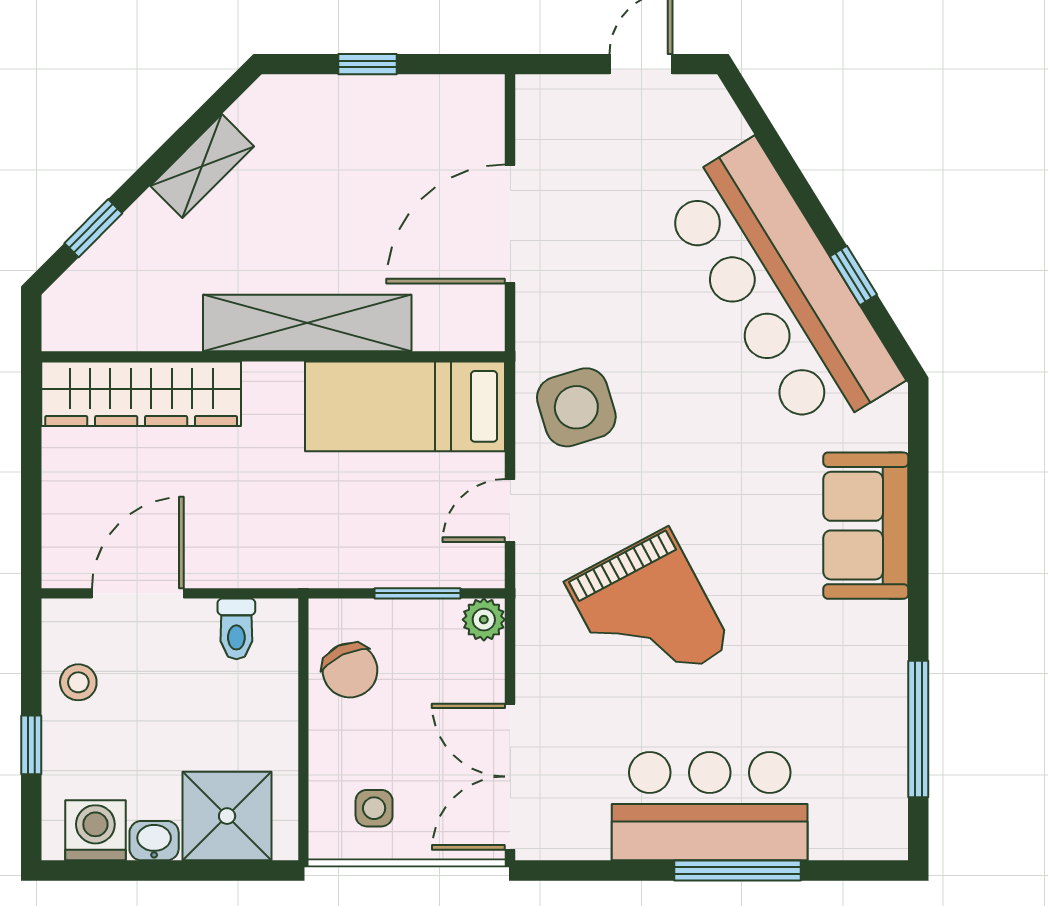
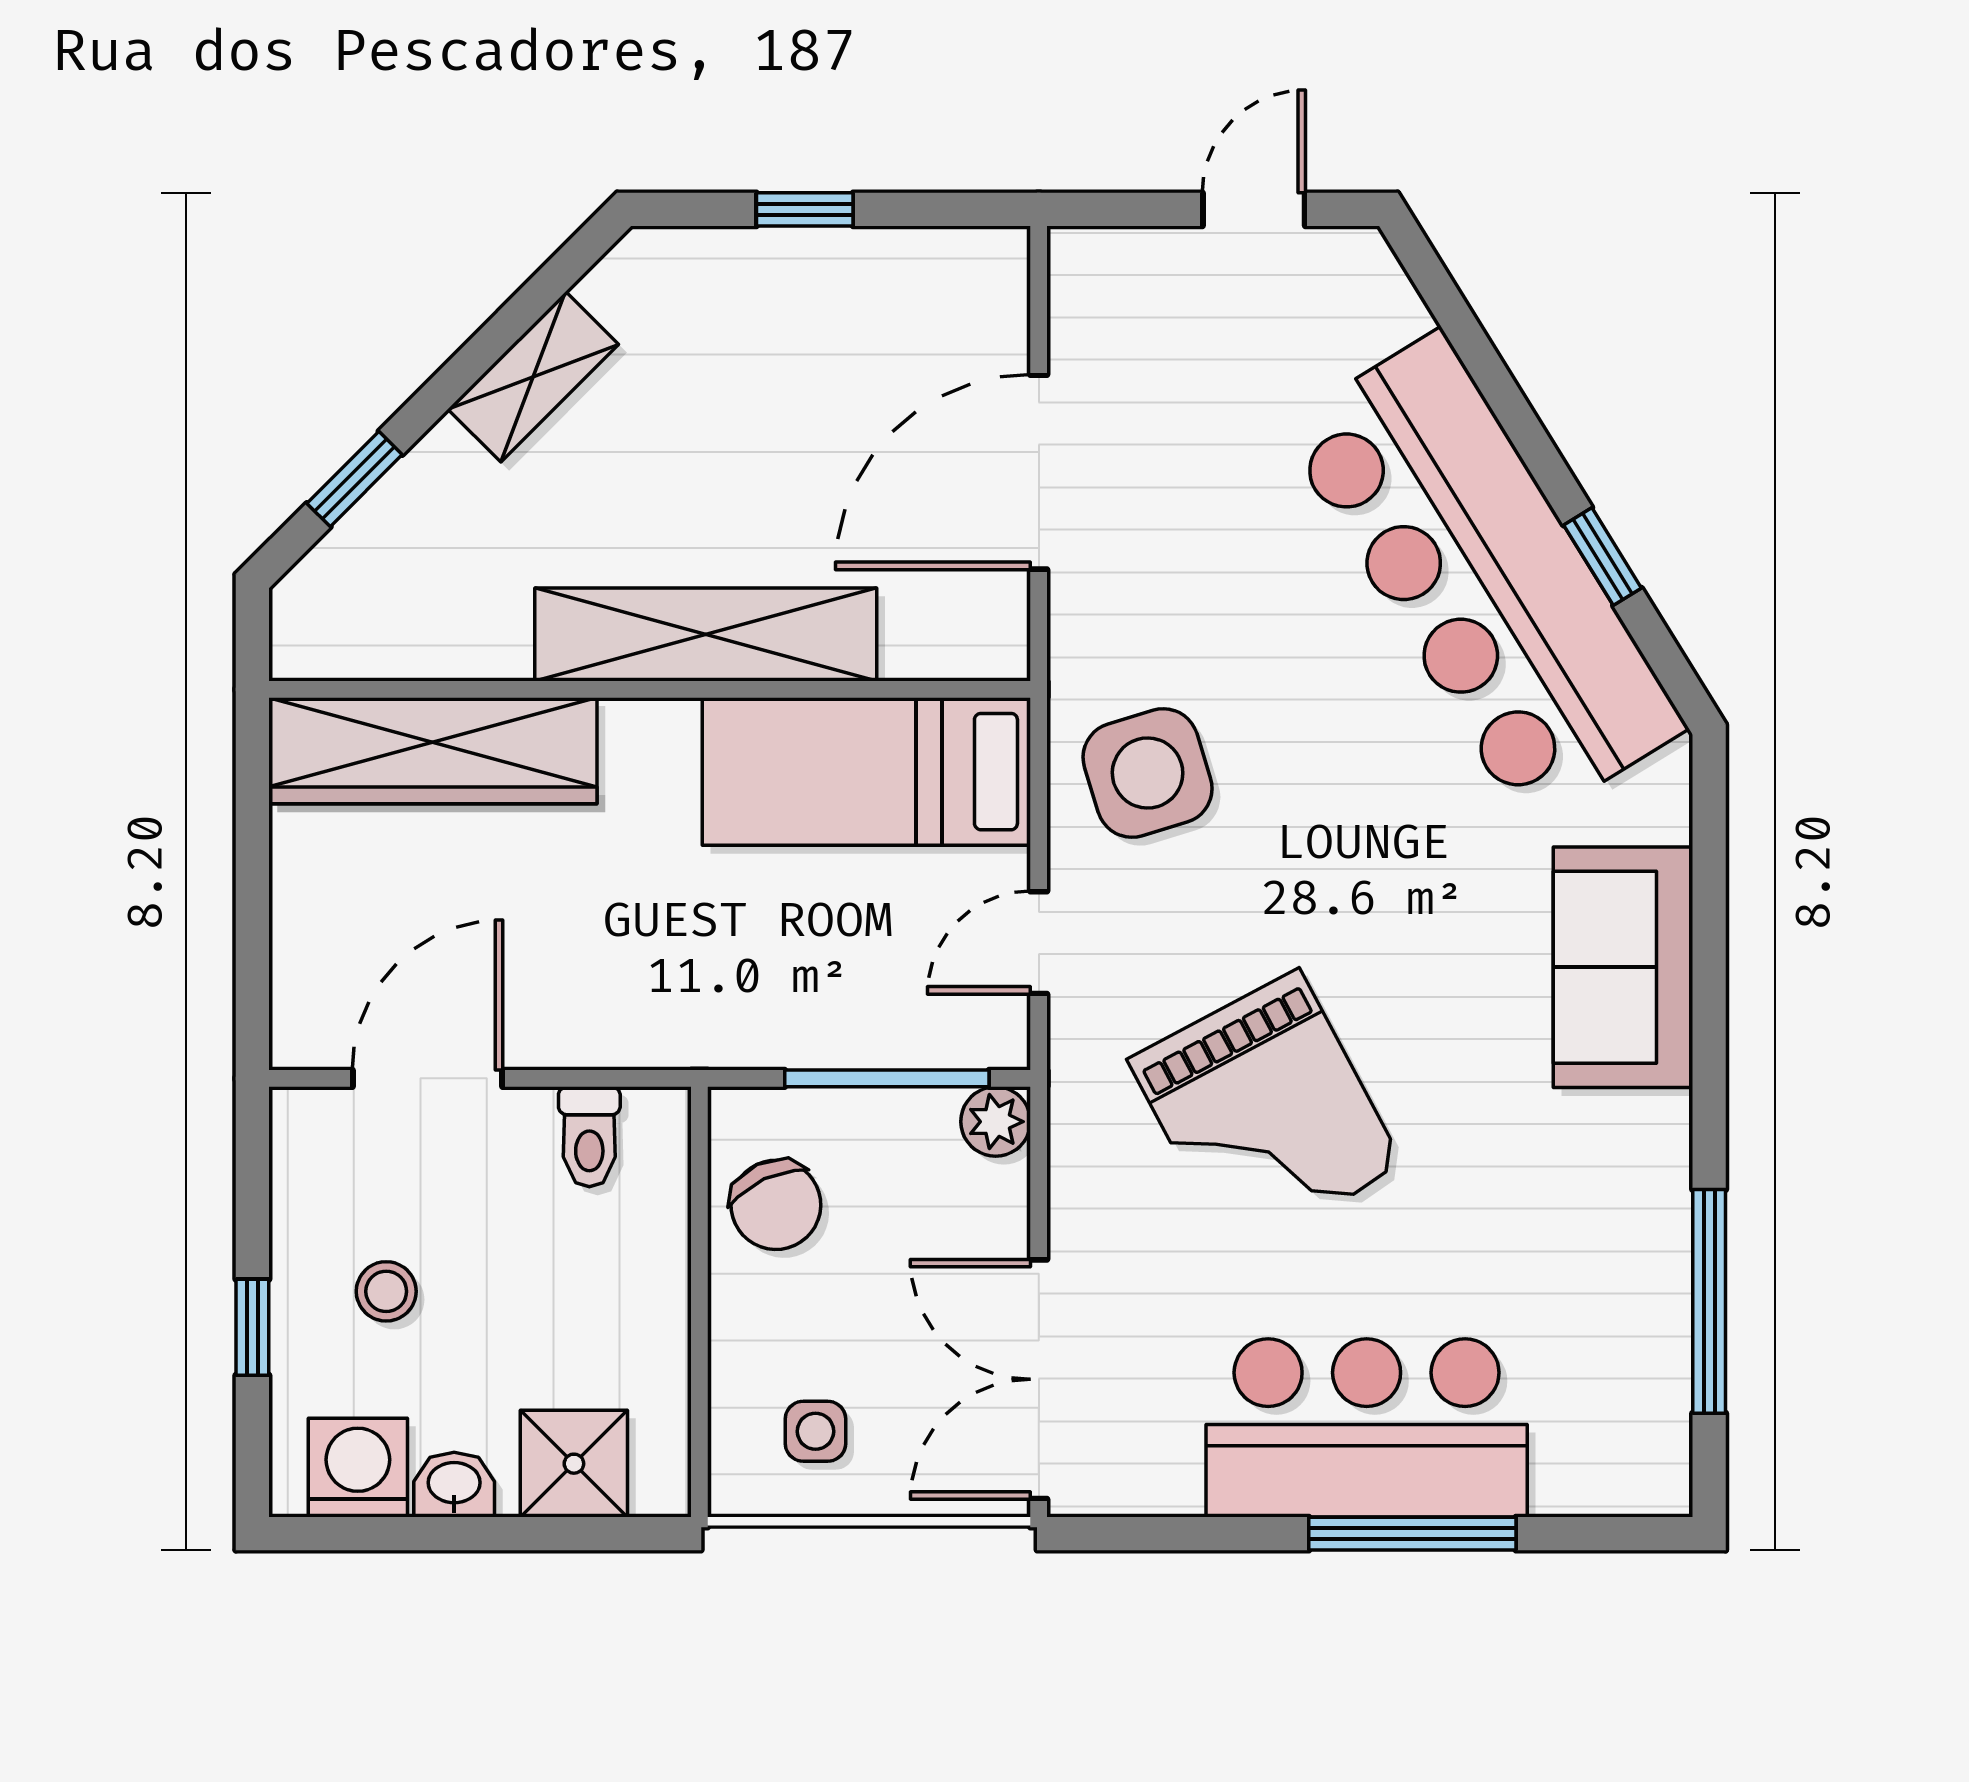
window: (418, 593) -> (887, 1078), width x1.44
stool: (78, 682) -> (386, 1291), moved
shower: (227, 816) -> (574, 1464), width x0.73, depth x0.73

